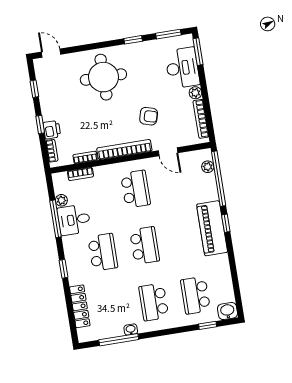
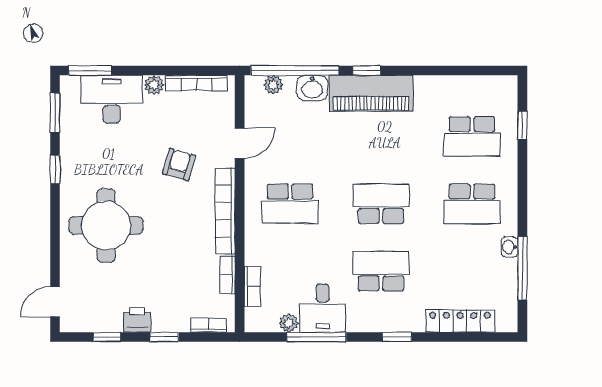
printer: (52, 130) -> (137, 320), moved
school desk: (135, 189) -> (290, 204), turned 180
washbasin: (227, 311) -> (312, 88), moved, turned -90

